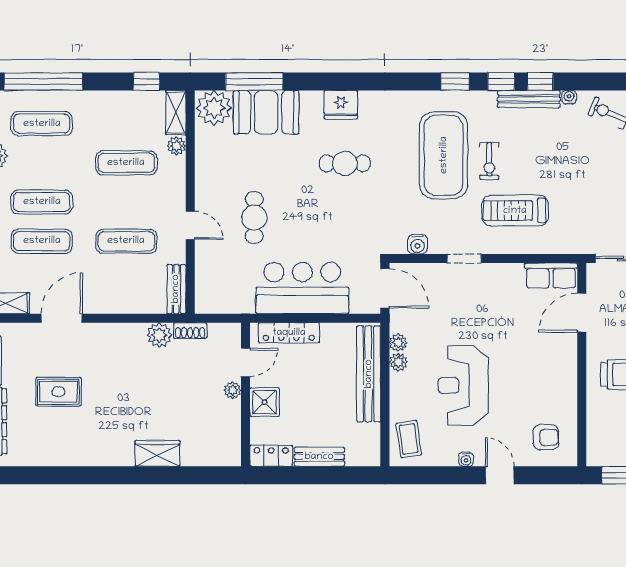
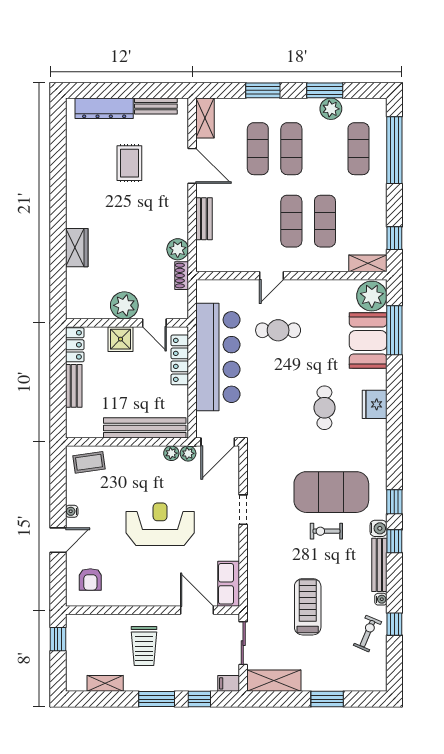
window: (540, 81) -> (394, 624), moved
plant: (176, 146) -> (339, 264), removed
treadmill: (515, 211) -> (308, 607), moved
exercise mat: (126, 241) -> (291, 221), moved
water cooler: (418, 244) -> (379, 528), moved, turned 180
bar counter: (302, 288) -> (218, 357), width x1.36
bench: (176, 289) -> (204, 219), moved, turned 90
plant: (398, 362) -> (188, 453), moved
reception desk: (463, 385) -> (160, 524), moved
plant: (233, 390) -> (124, 305), width x1.88, depth x1.88

